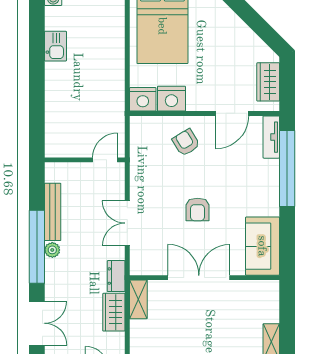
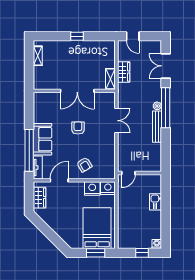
kitchen sink: (55, 46) -> (155, 202), moved
wall: (85, 160) -> (139, 173), moved
door: (105, 160) -> (128, 173), moved
sofa: (262, 246) -> (43, 139), moved
dresser: (116, 276) -> (122, 92), removed

